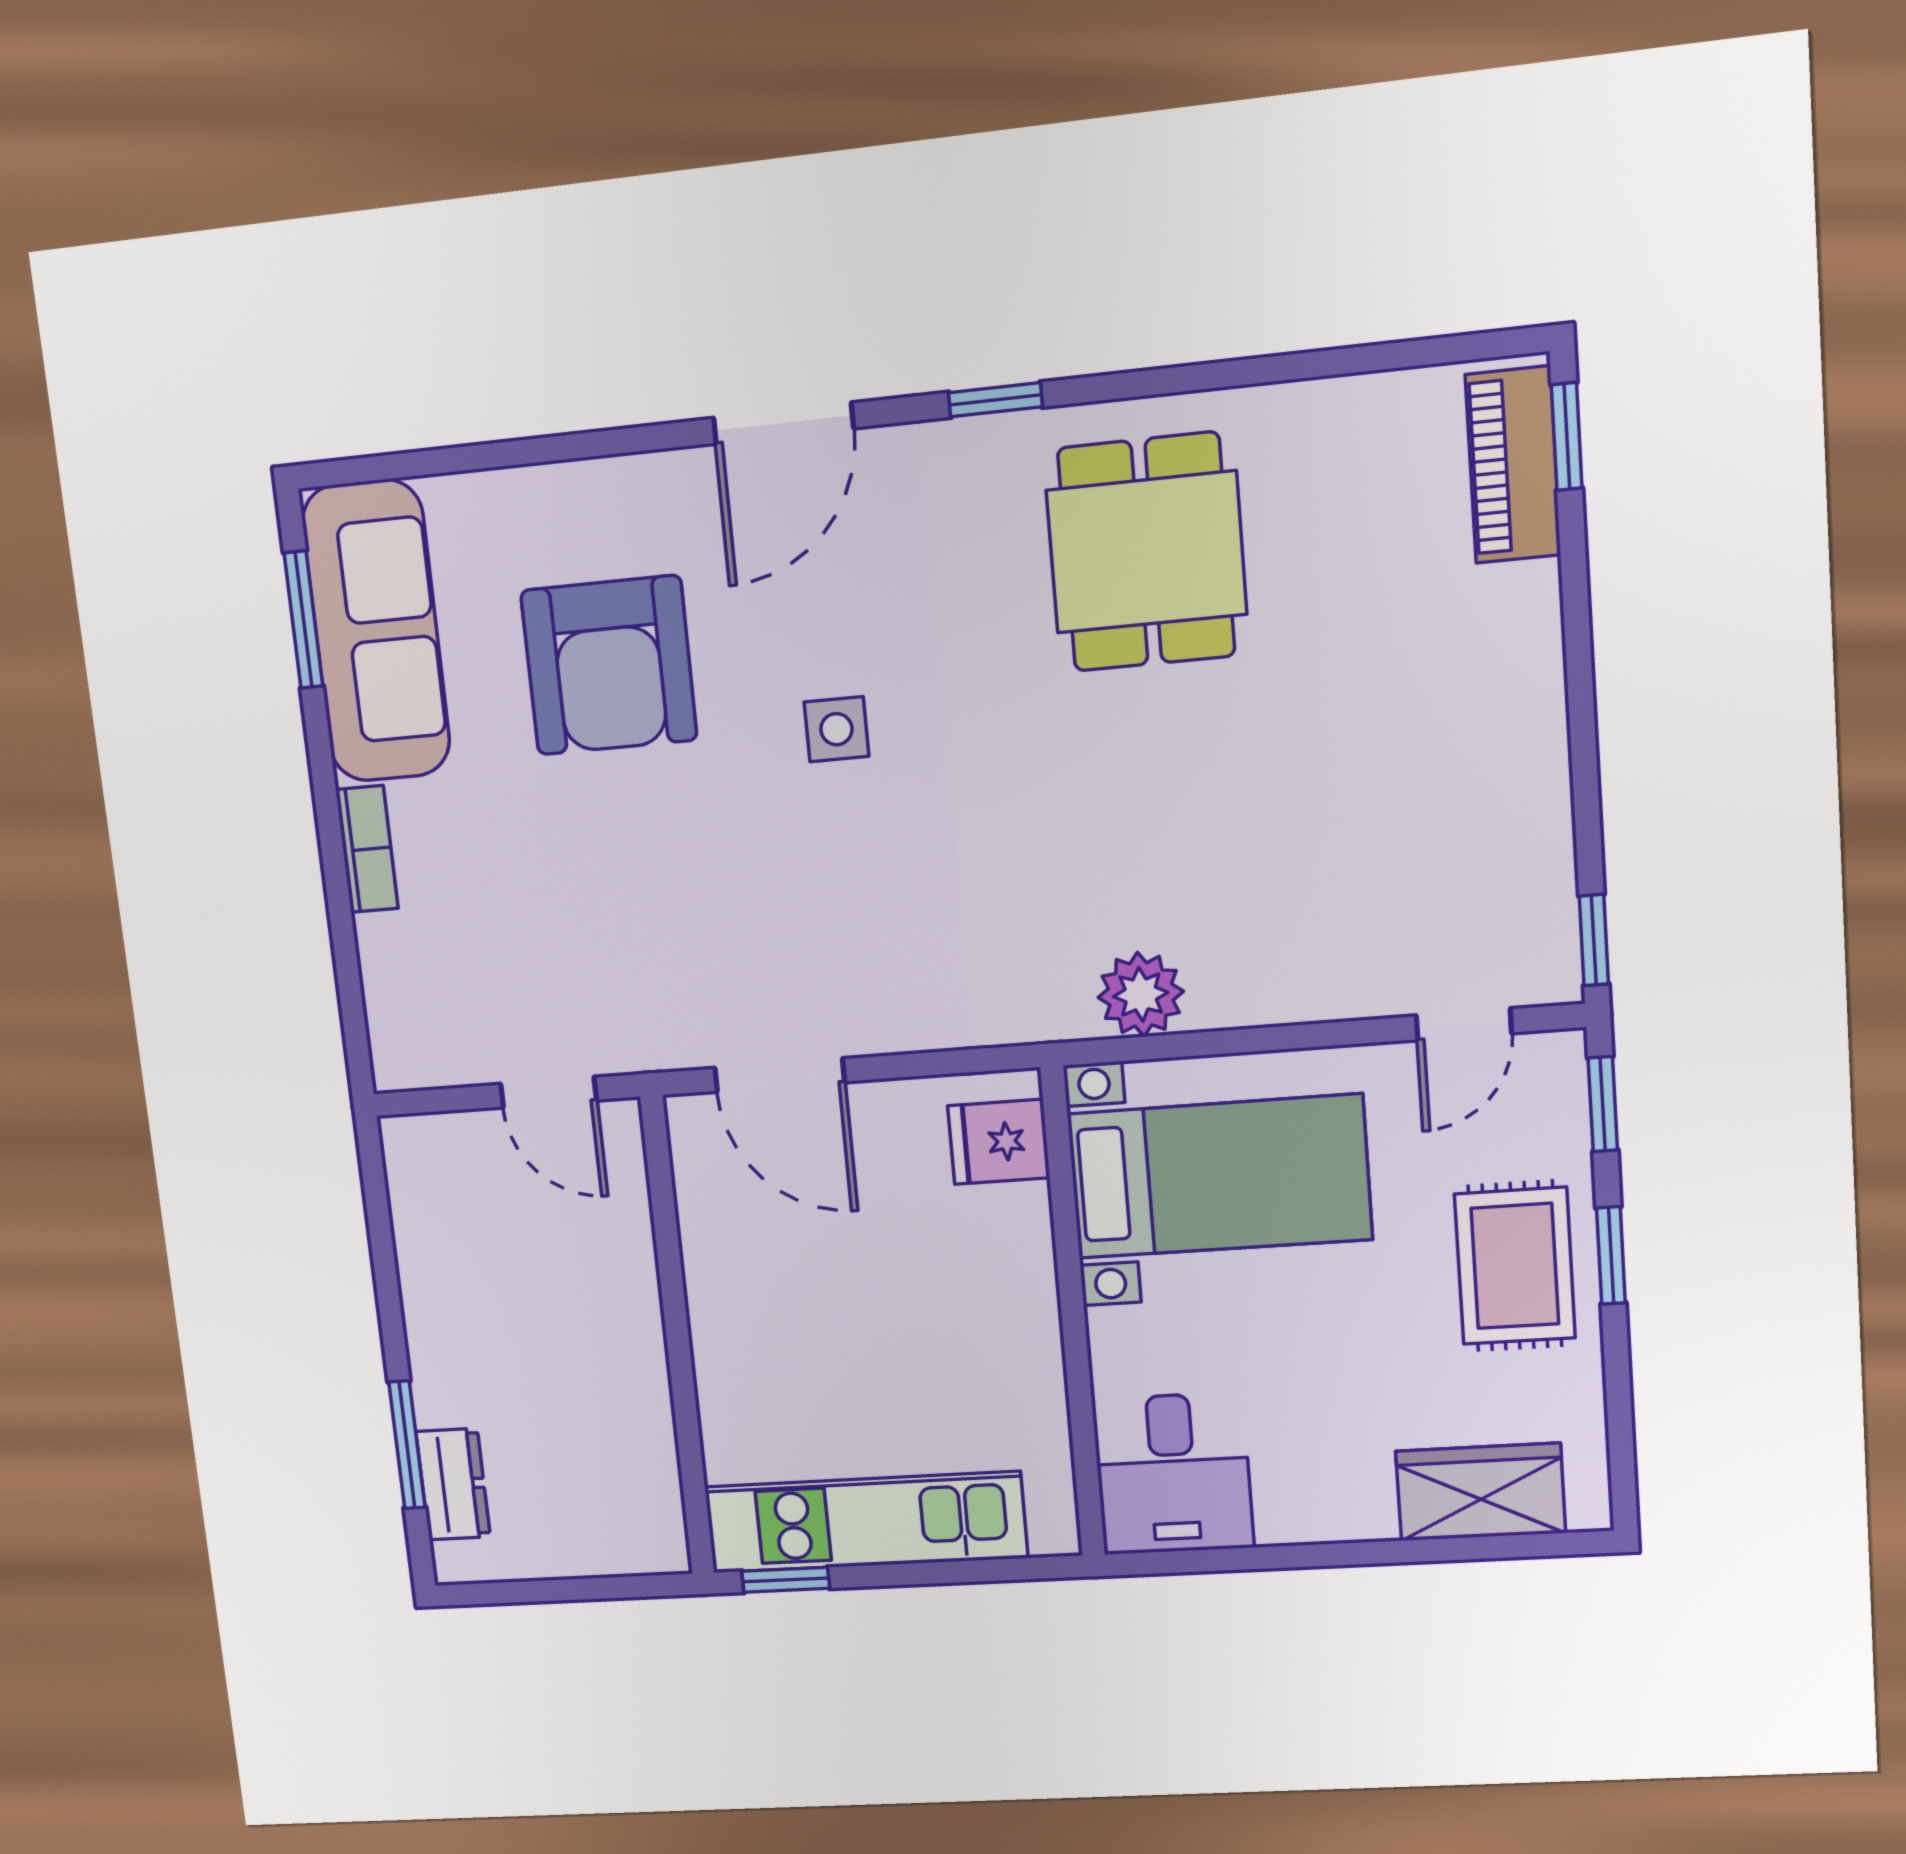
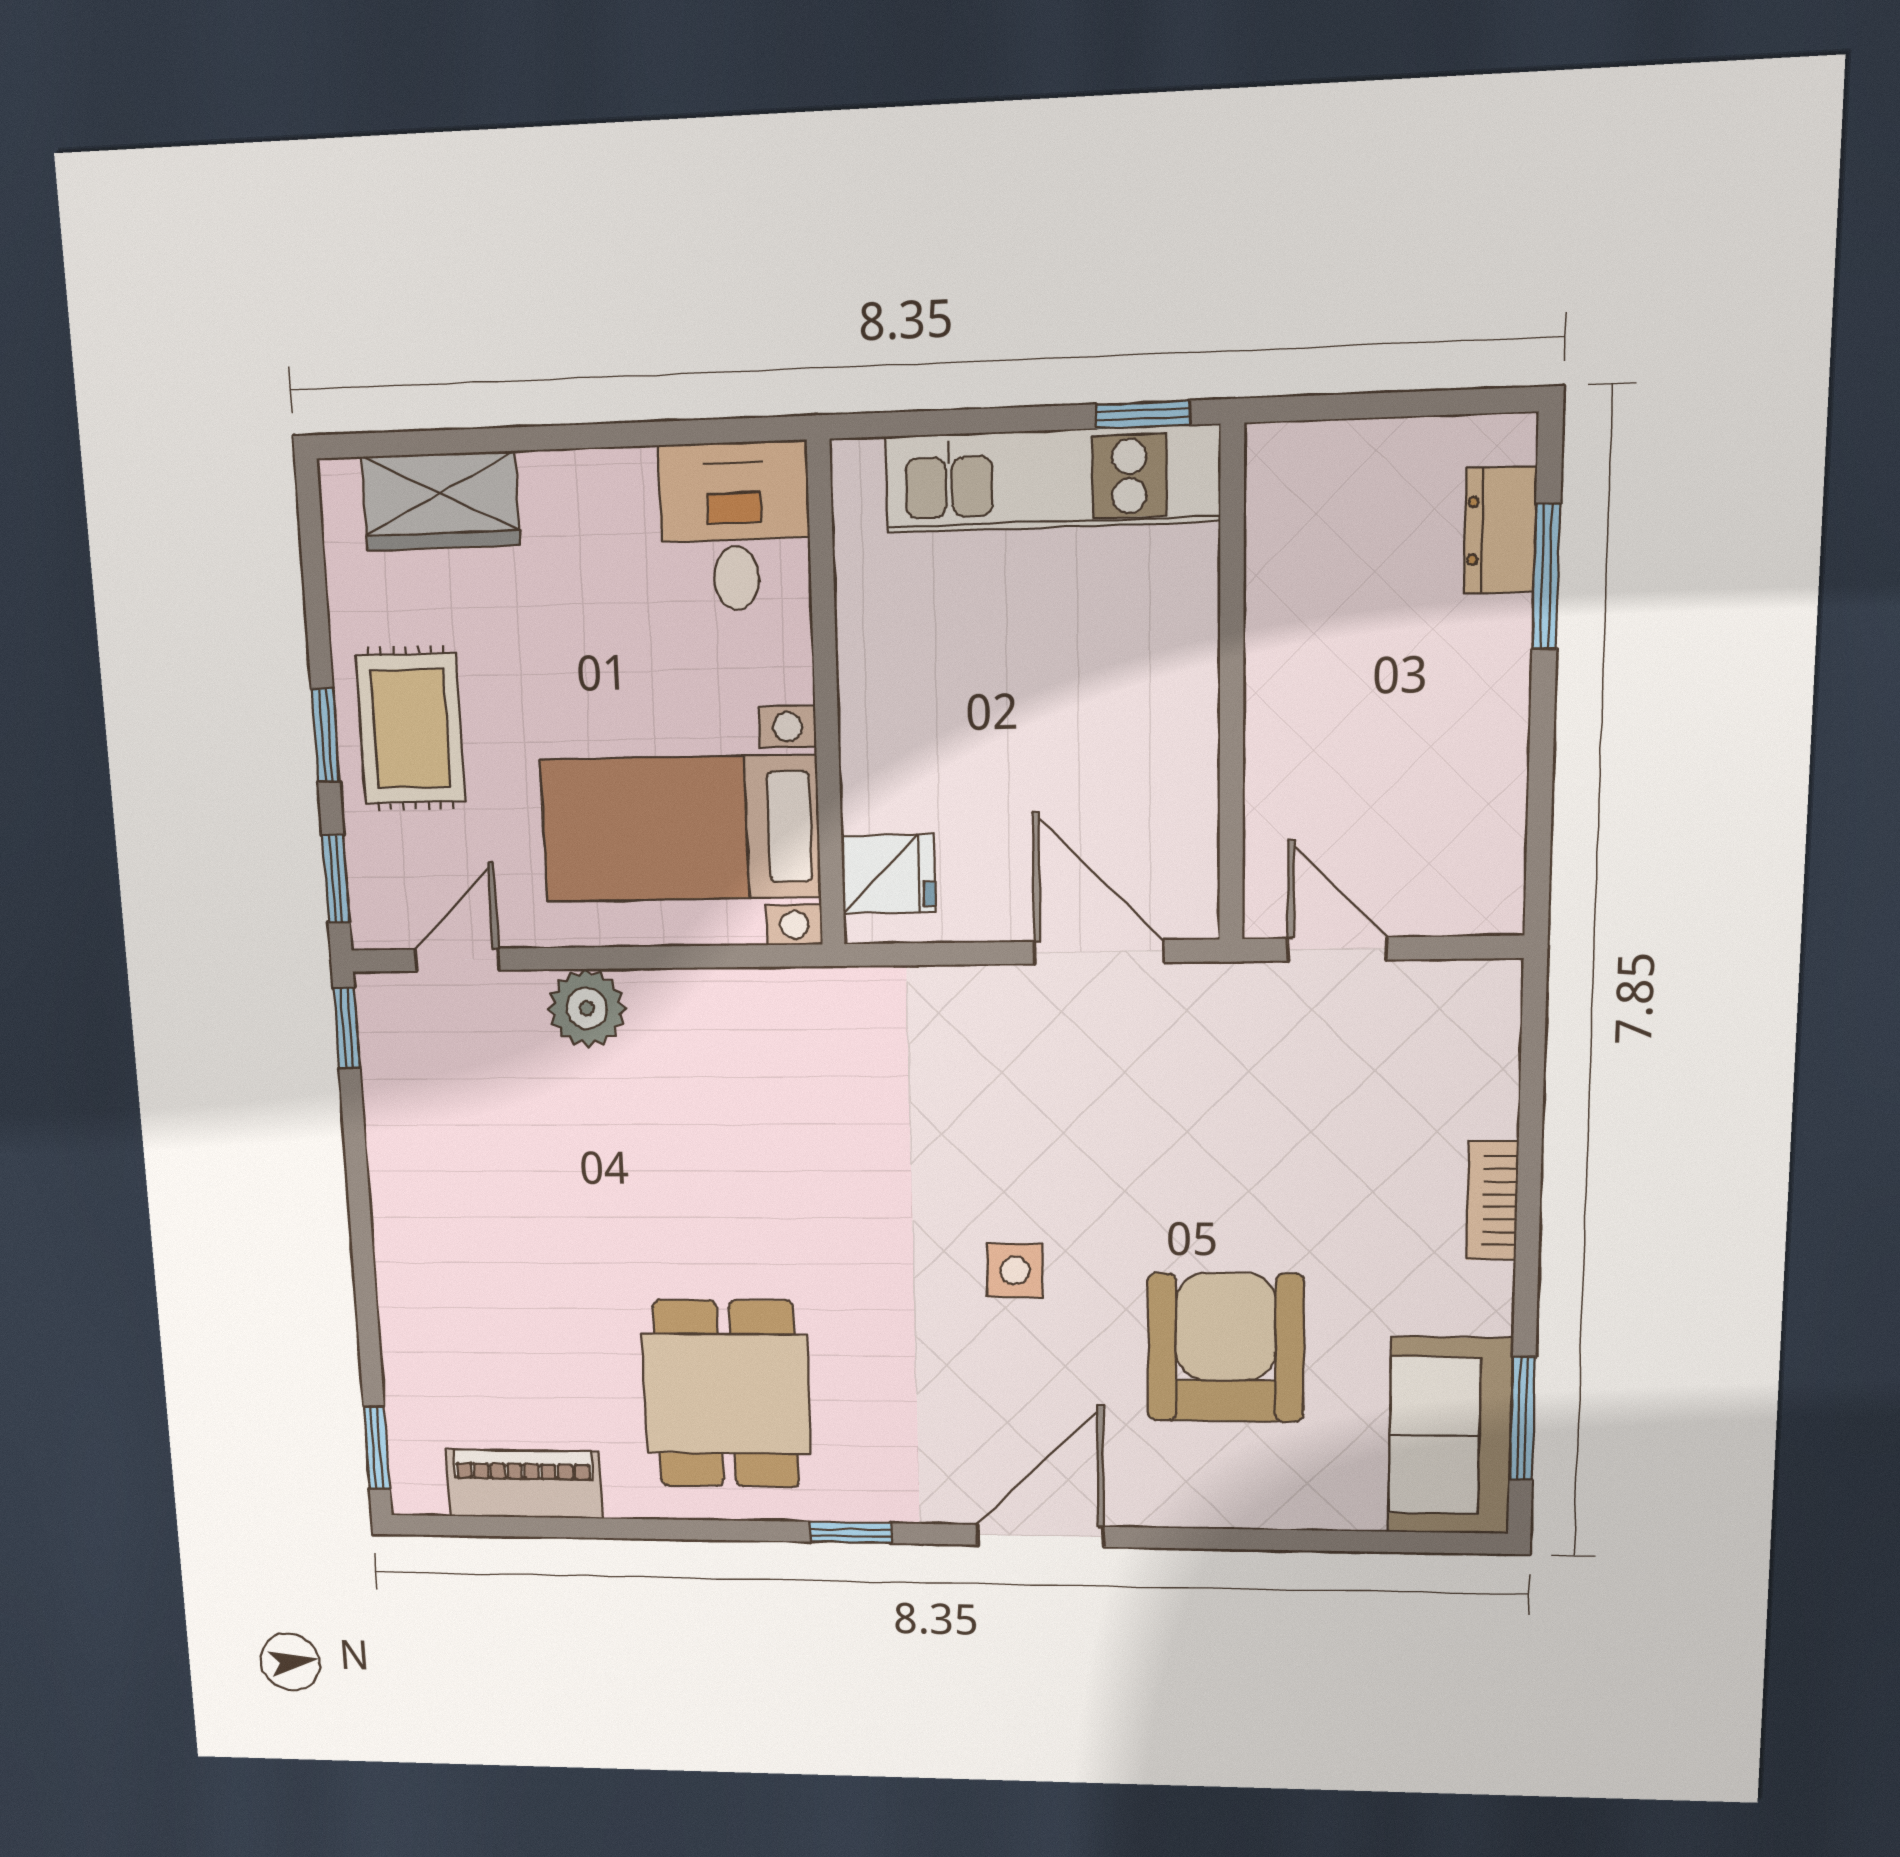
piano: (1513, 465) -> (524, 1484), moved, turned -90
sofa: (376, 631) -> (1450, 1436), width x0.73
plant: (1141, 994) -> (587, 1008), moved

